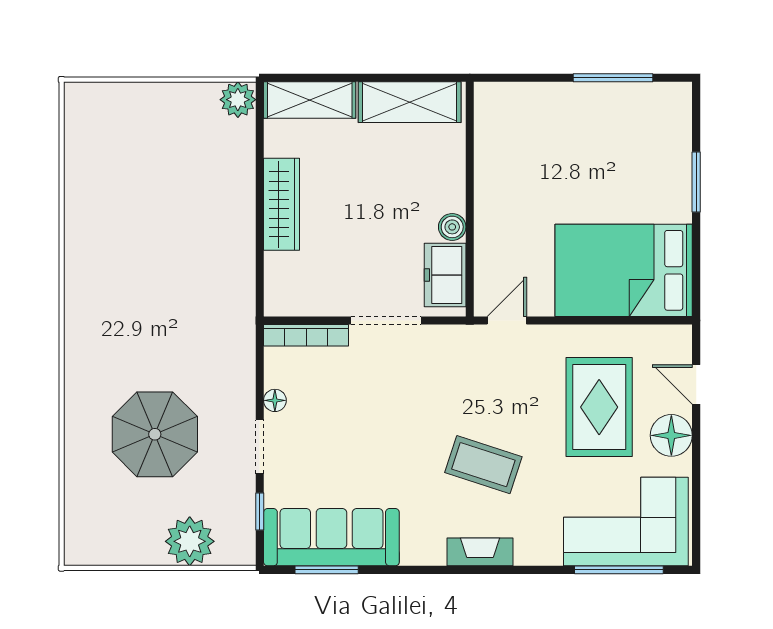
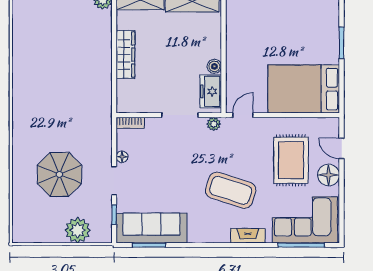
bookcase: (306, 335) -> (130, 123), width x0.64
plant: (451, 337) -> (214, 124), added
coffee table: (483, 465) -> (231, 190), width x1.36, depth x1.32
fireplace: (480, 552) -> (248, 236), moved

